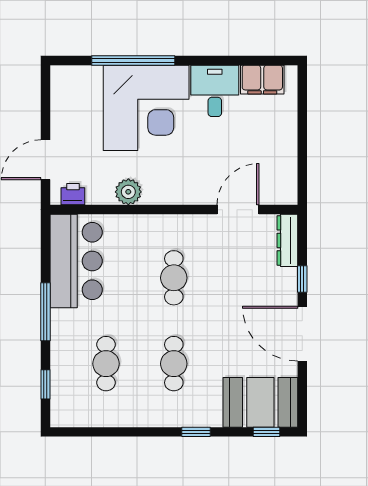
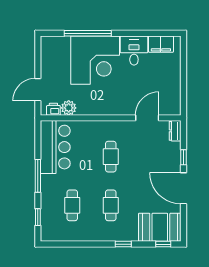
plant: (128, 192) -> (69, 108), moved
dresser: (287, 240) -> (175, 131), width x0.70

